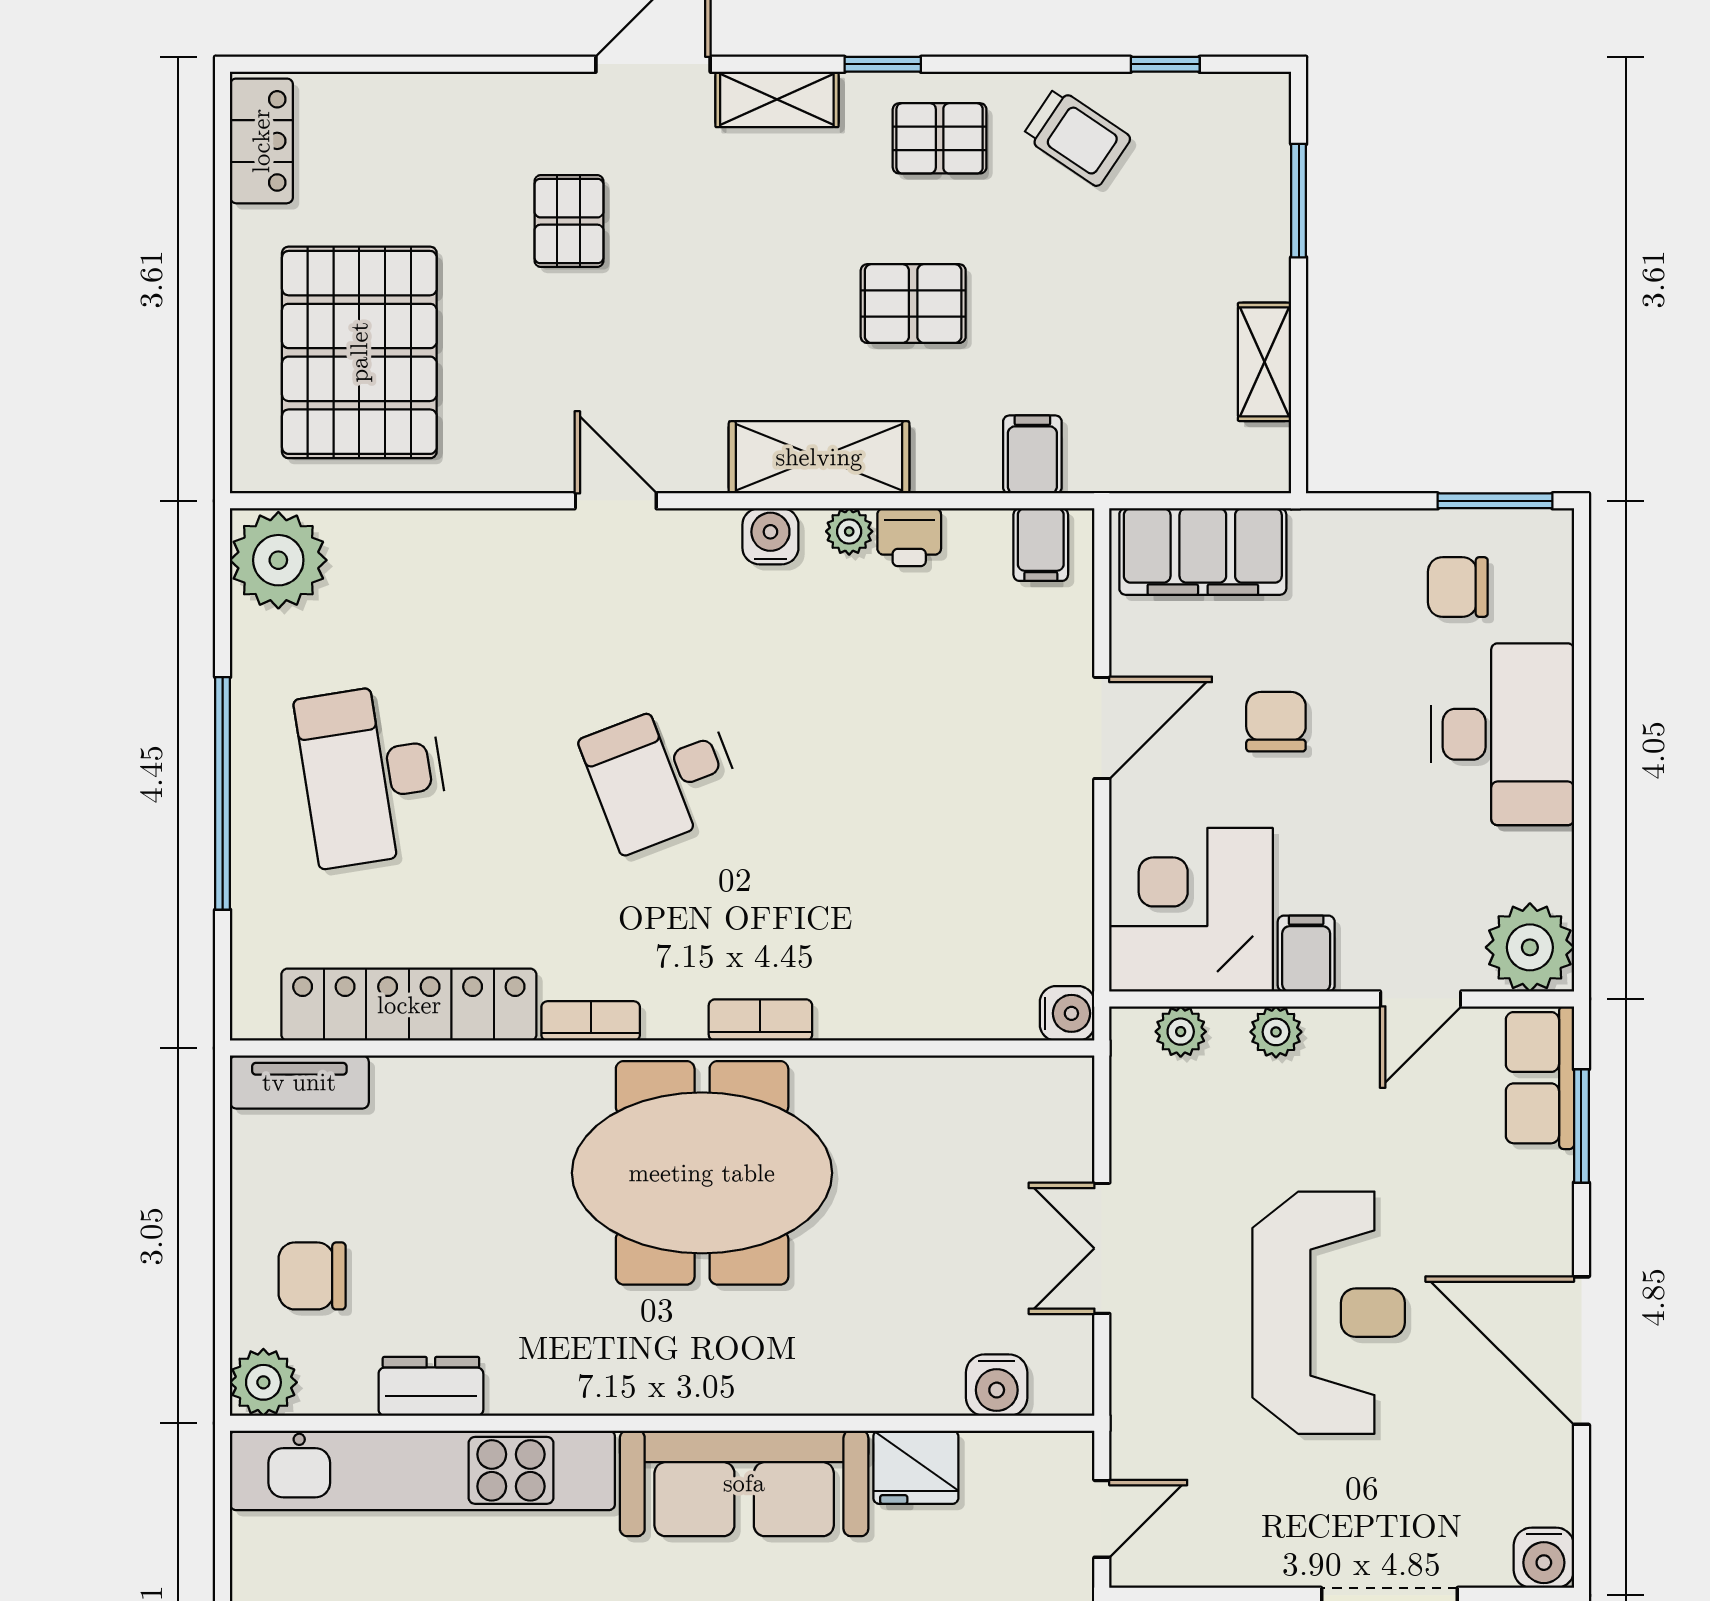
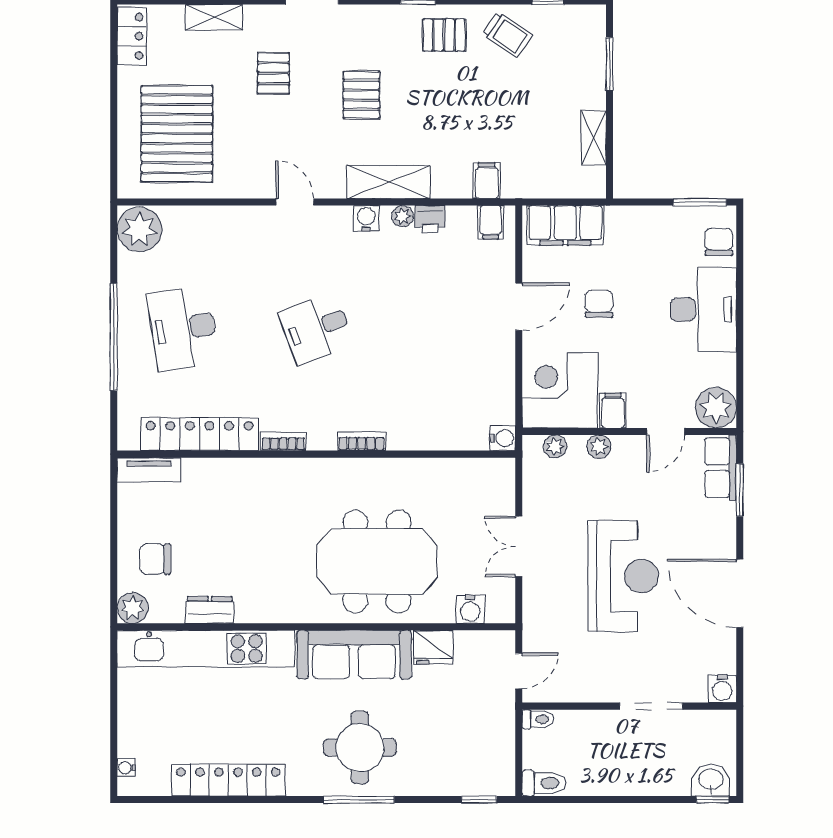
shelving: (777, 99) -> (214, 17), moved
pallet: (913, 304) -> (361, 95), moved, turned 90
chair: (1458, 587) -> (719, 242), moved, turned 90
meeting table: (702, 1173) -> (377, 561), moved

